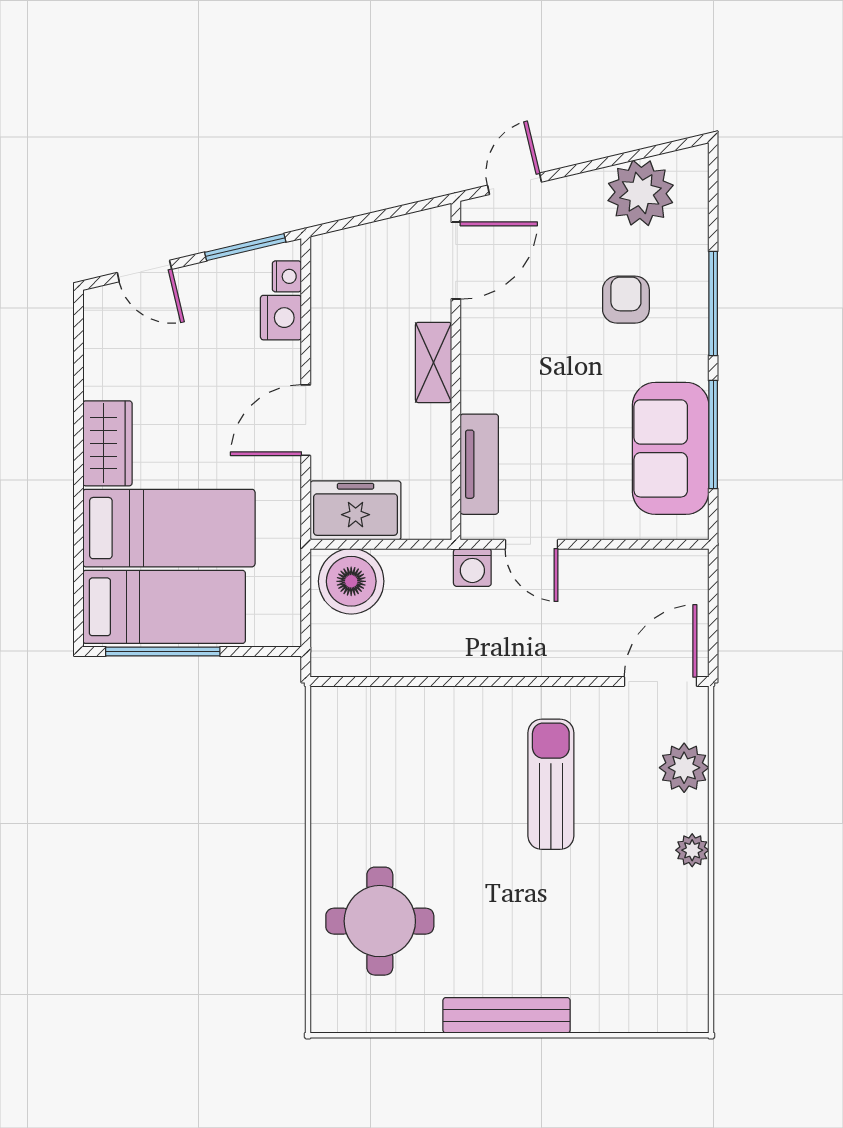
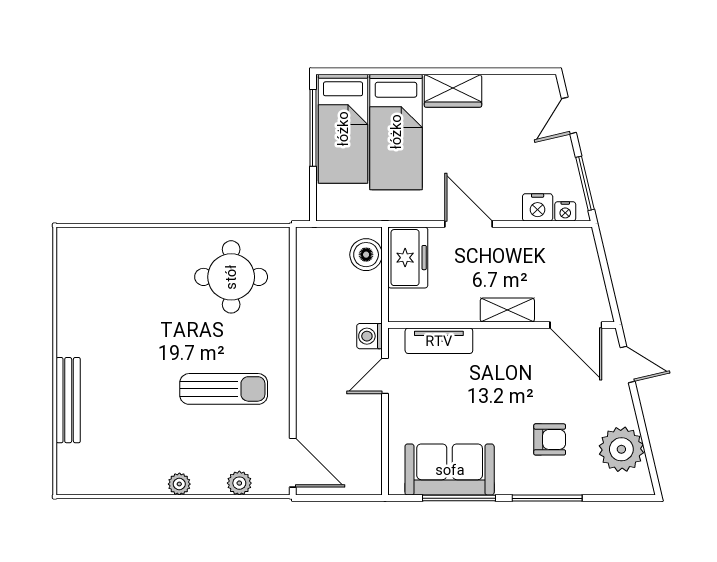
boiler: (351, 581) -> (366, 255), width x0.73, depth x0.73
plant: (684, 768) -> (239, 483), width x0.73, depth x0.73
round table: (380, 921) -> (231, 277), moved
bench: (507, 1015) -> (68, 400), moved

